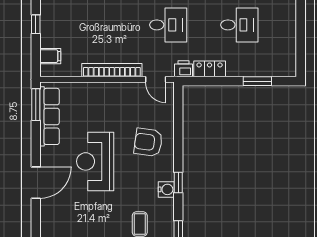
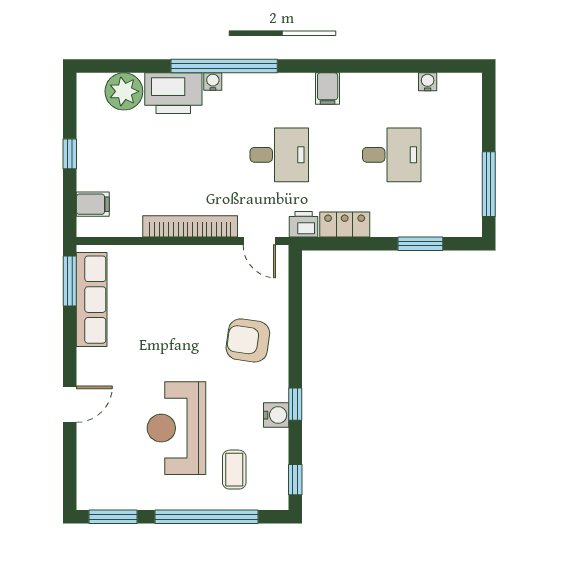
window: (301, 43) -> (489, 184), added
reception desk: (95, 161) -> (176, 428), moved
door: (36, 183) -> (70, 404), width x0.73

